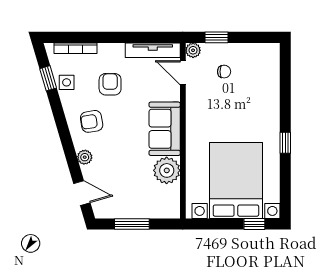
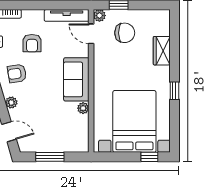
chair: (224, 72) -> (125, 33), width x1.87, depth x1.87
armchair: (110, 84) -> (32, 43), turned 180
wardrobe: (270, 93) -> (162, 51), added
plant: (167, 170) -> (83, 108), width x0.53, depth x0.53

